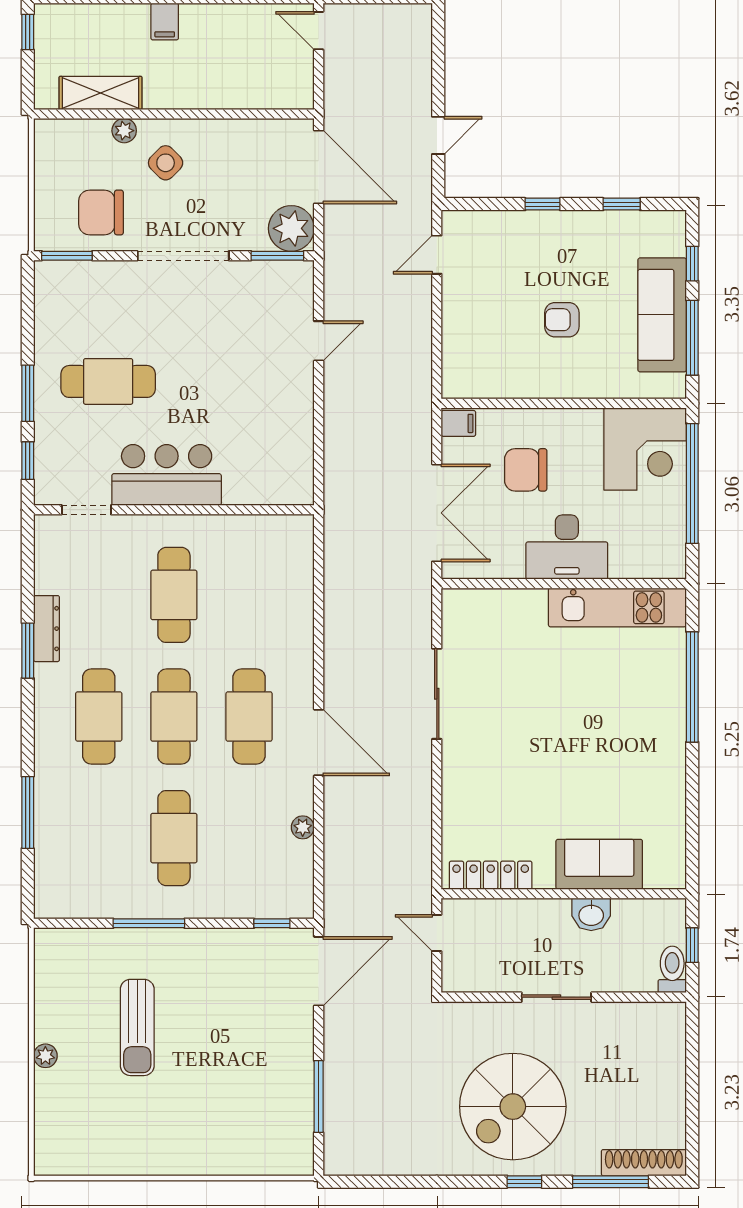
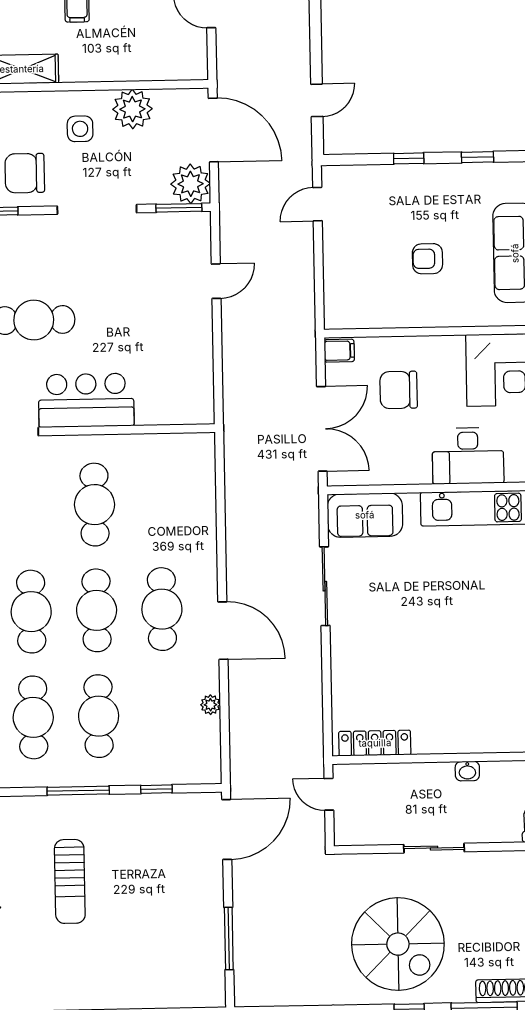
plant: (124, 131) -> (132, 109), moved, width x1.87, depth x1.87
side table: (166, 163) -> (80, 129), turned 45
desk: (567, 547) -> (468, 456), moved
cafe table: (99, 838) -> (33, 717), added
sofa: (599, 864) -> (365, 515), moved, turned 180
washbasin: (591, 914) -> (467, 771), width x0.72, depth x0.69
window: (272, 923) -> (156, 789), moved
spiral stairs: (513, 1107) -> (398, 944), turned -90

